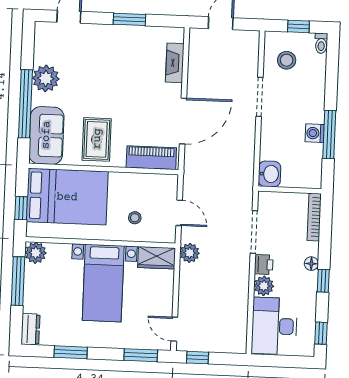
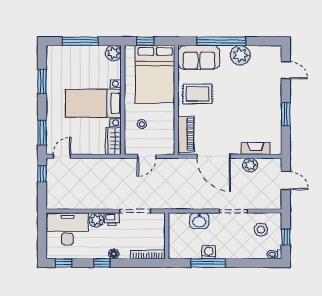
washbasin: (270, 174) -> (199, 221), moved
plant: (190, 253) -> (250, 165), moved
window: (18, 281) -> (80, 41), moved
dresser: (30, 329) -> (58, 52), removed

